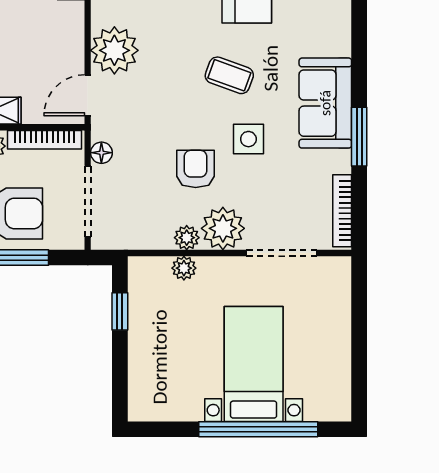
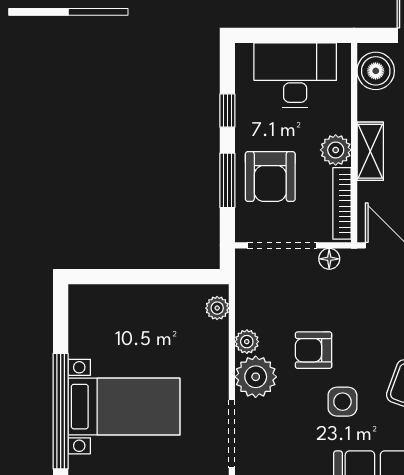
armchair: (196, 169) -> (314, 350), turned 180
plant: (184, 268) -> (217, 308), moved
window: (120, 311) -> (175, 277), removed

